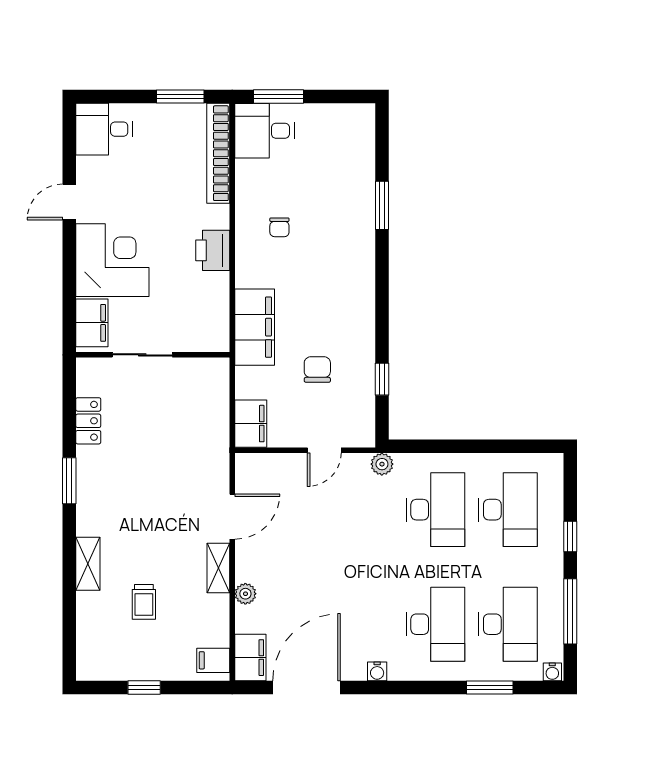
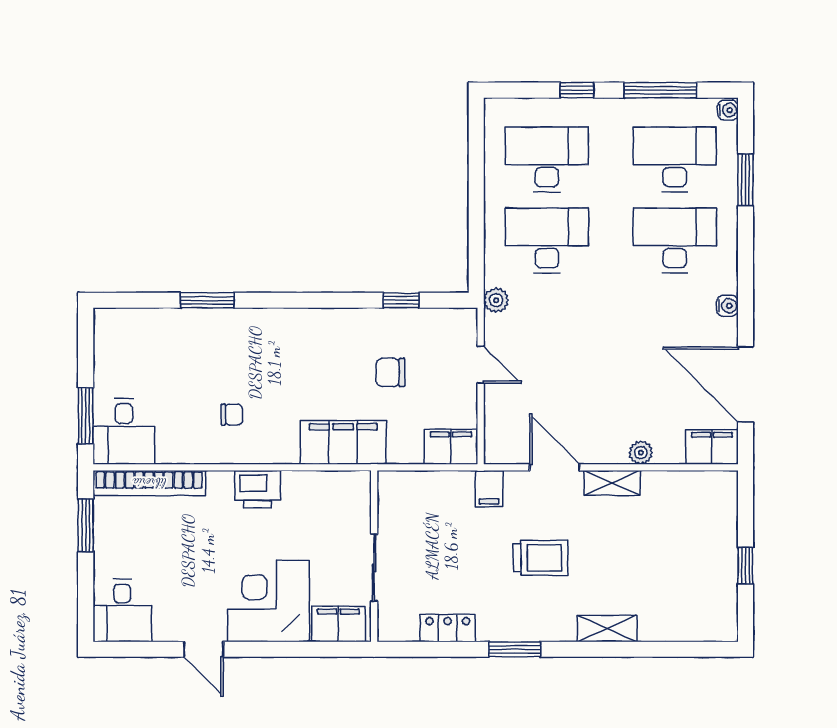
trolley: (144, 602) -> (541, 558), moved, width x1.36, depth x1.39
filing cabinet: (213, 660) -> (489, 489), moved

